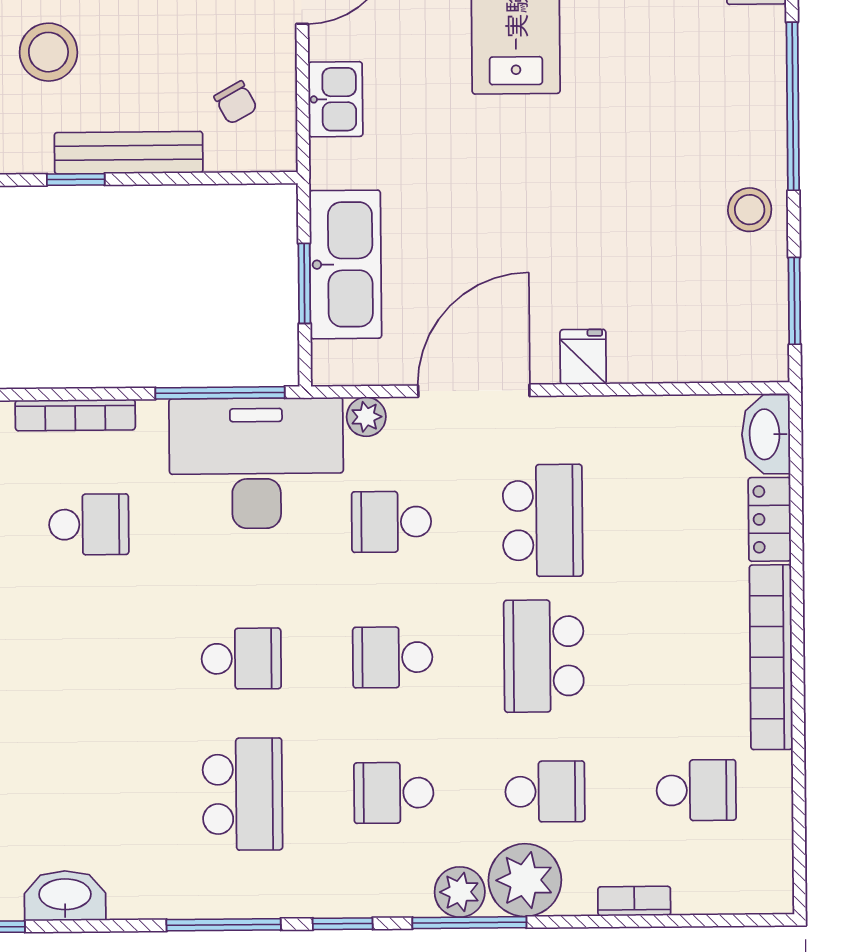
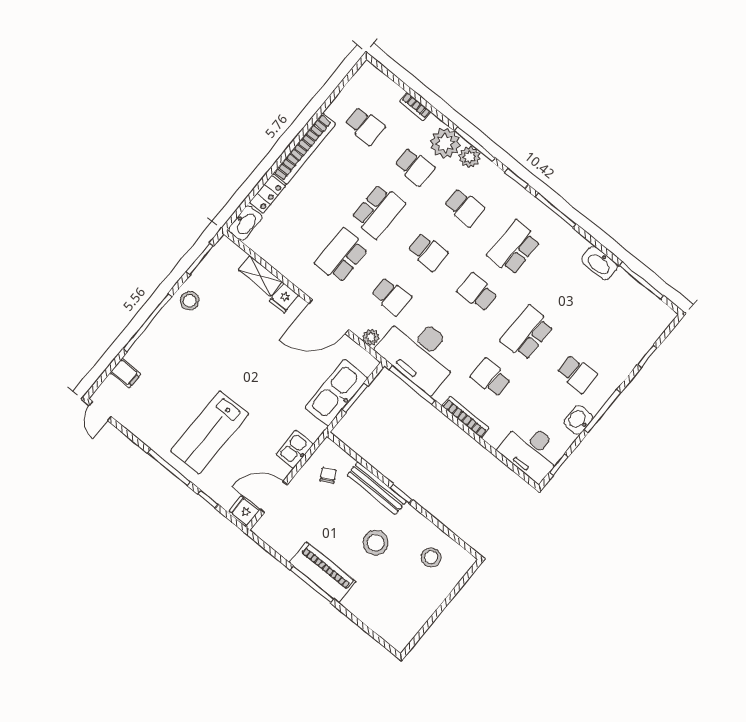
shelving: (659, 361) -> (260, 276), added
school desk: (90, 660) -> (527, 333), added
school desk: (696, 790) -> (365, 126), turned 180
school desk: (545, 792) -> (415, 167), turned 180

